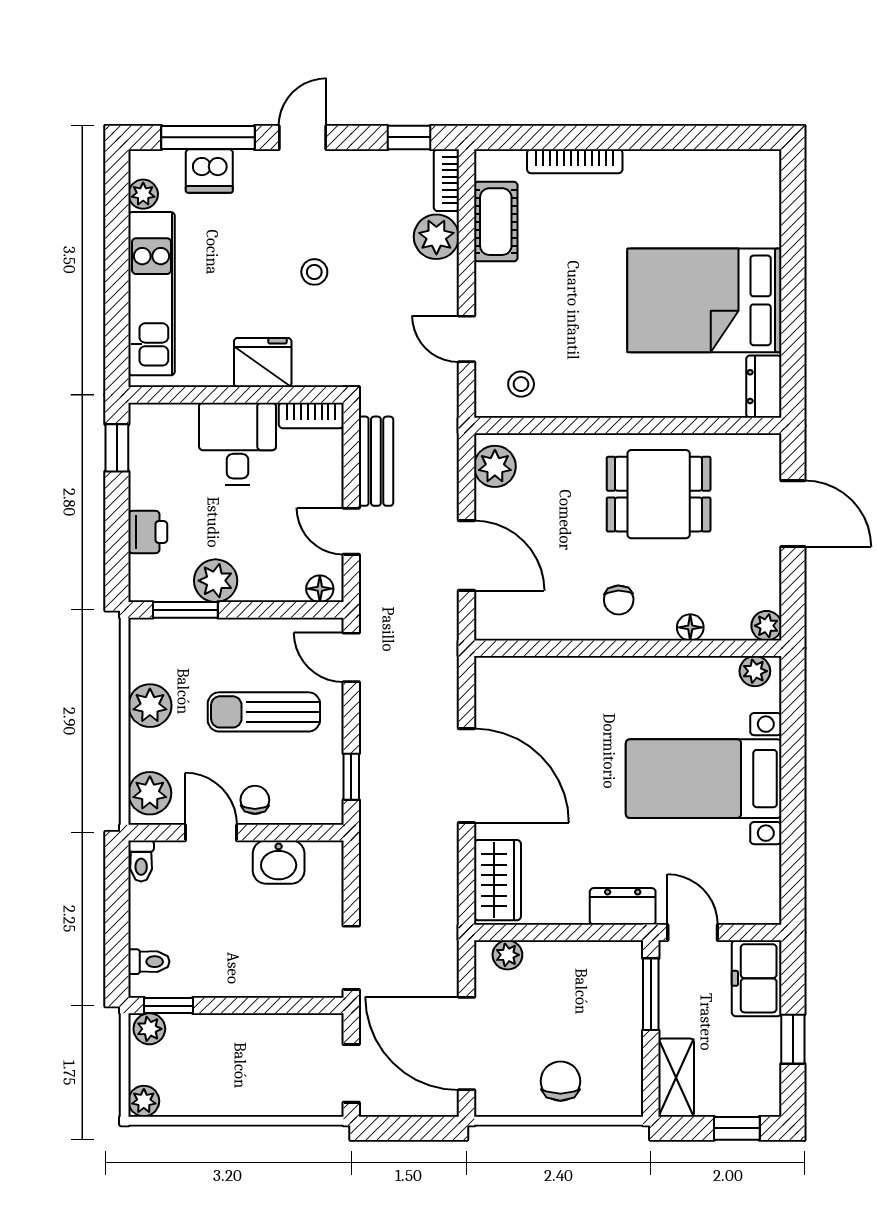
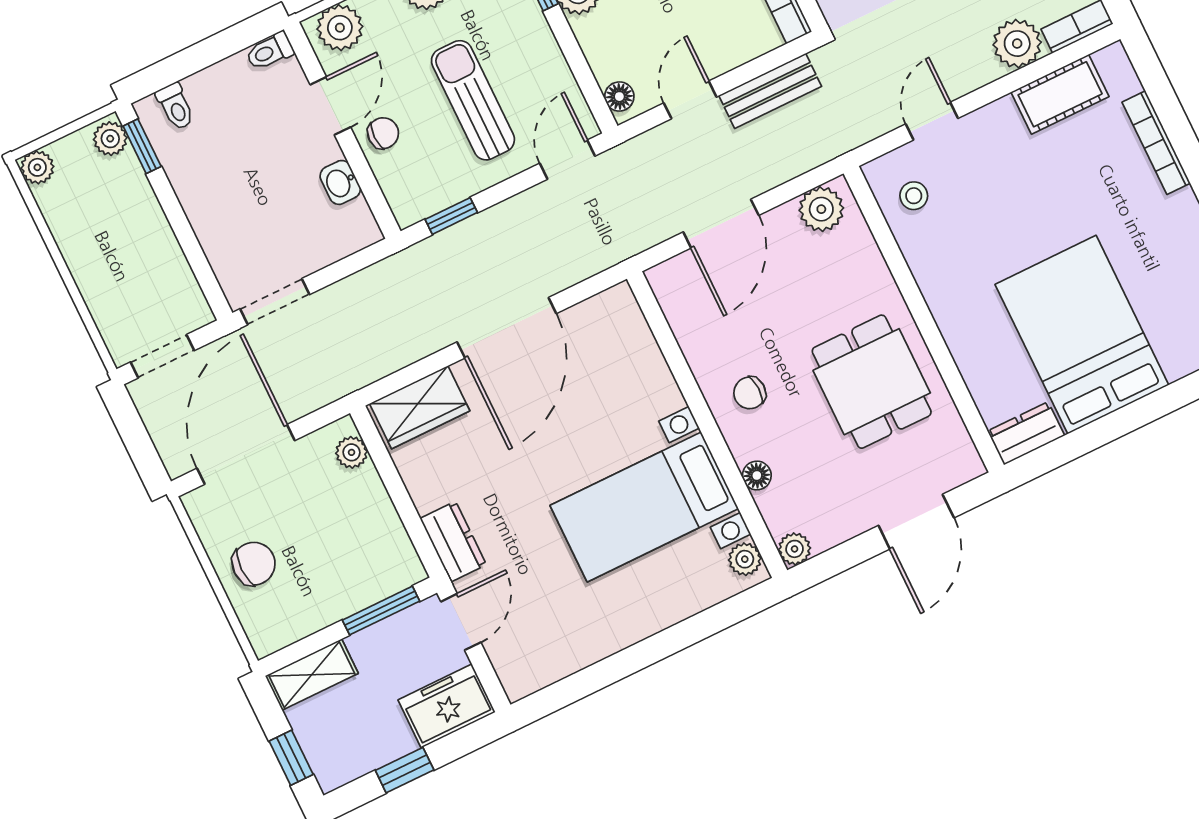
bed with nightstands: (704, 779) -> (644, 507), moved, turned -90
washbasin: (279, 862) -> (340, 182), width x0.72, depth x0.69

